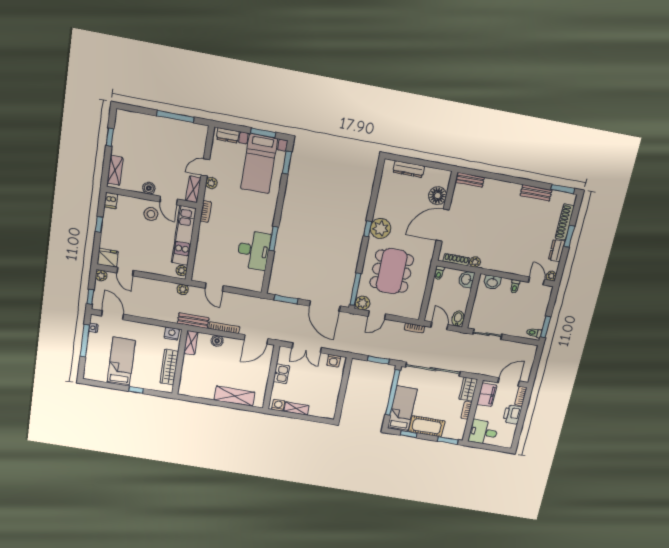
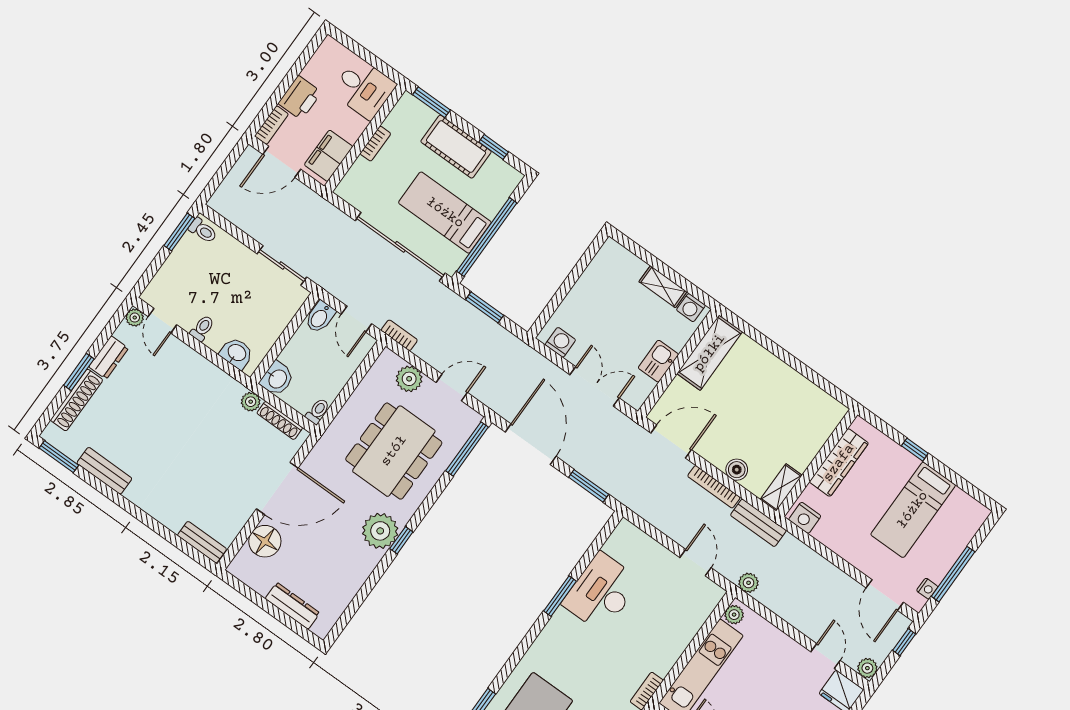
plant: (362, 303) -> (409, 379), moved
wardrobe: (468, 389) -> (356, 181), removed
shelving: (235, 396) -> (710, 353), moved, turned 90
bed: (402, 409) -> (445, 213), moved, turned 90

